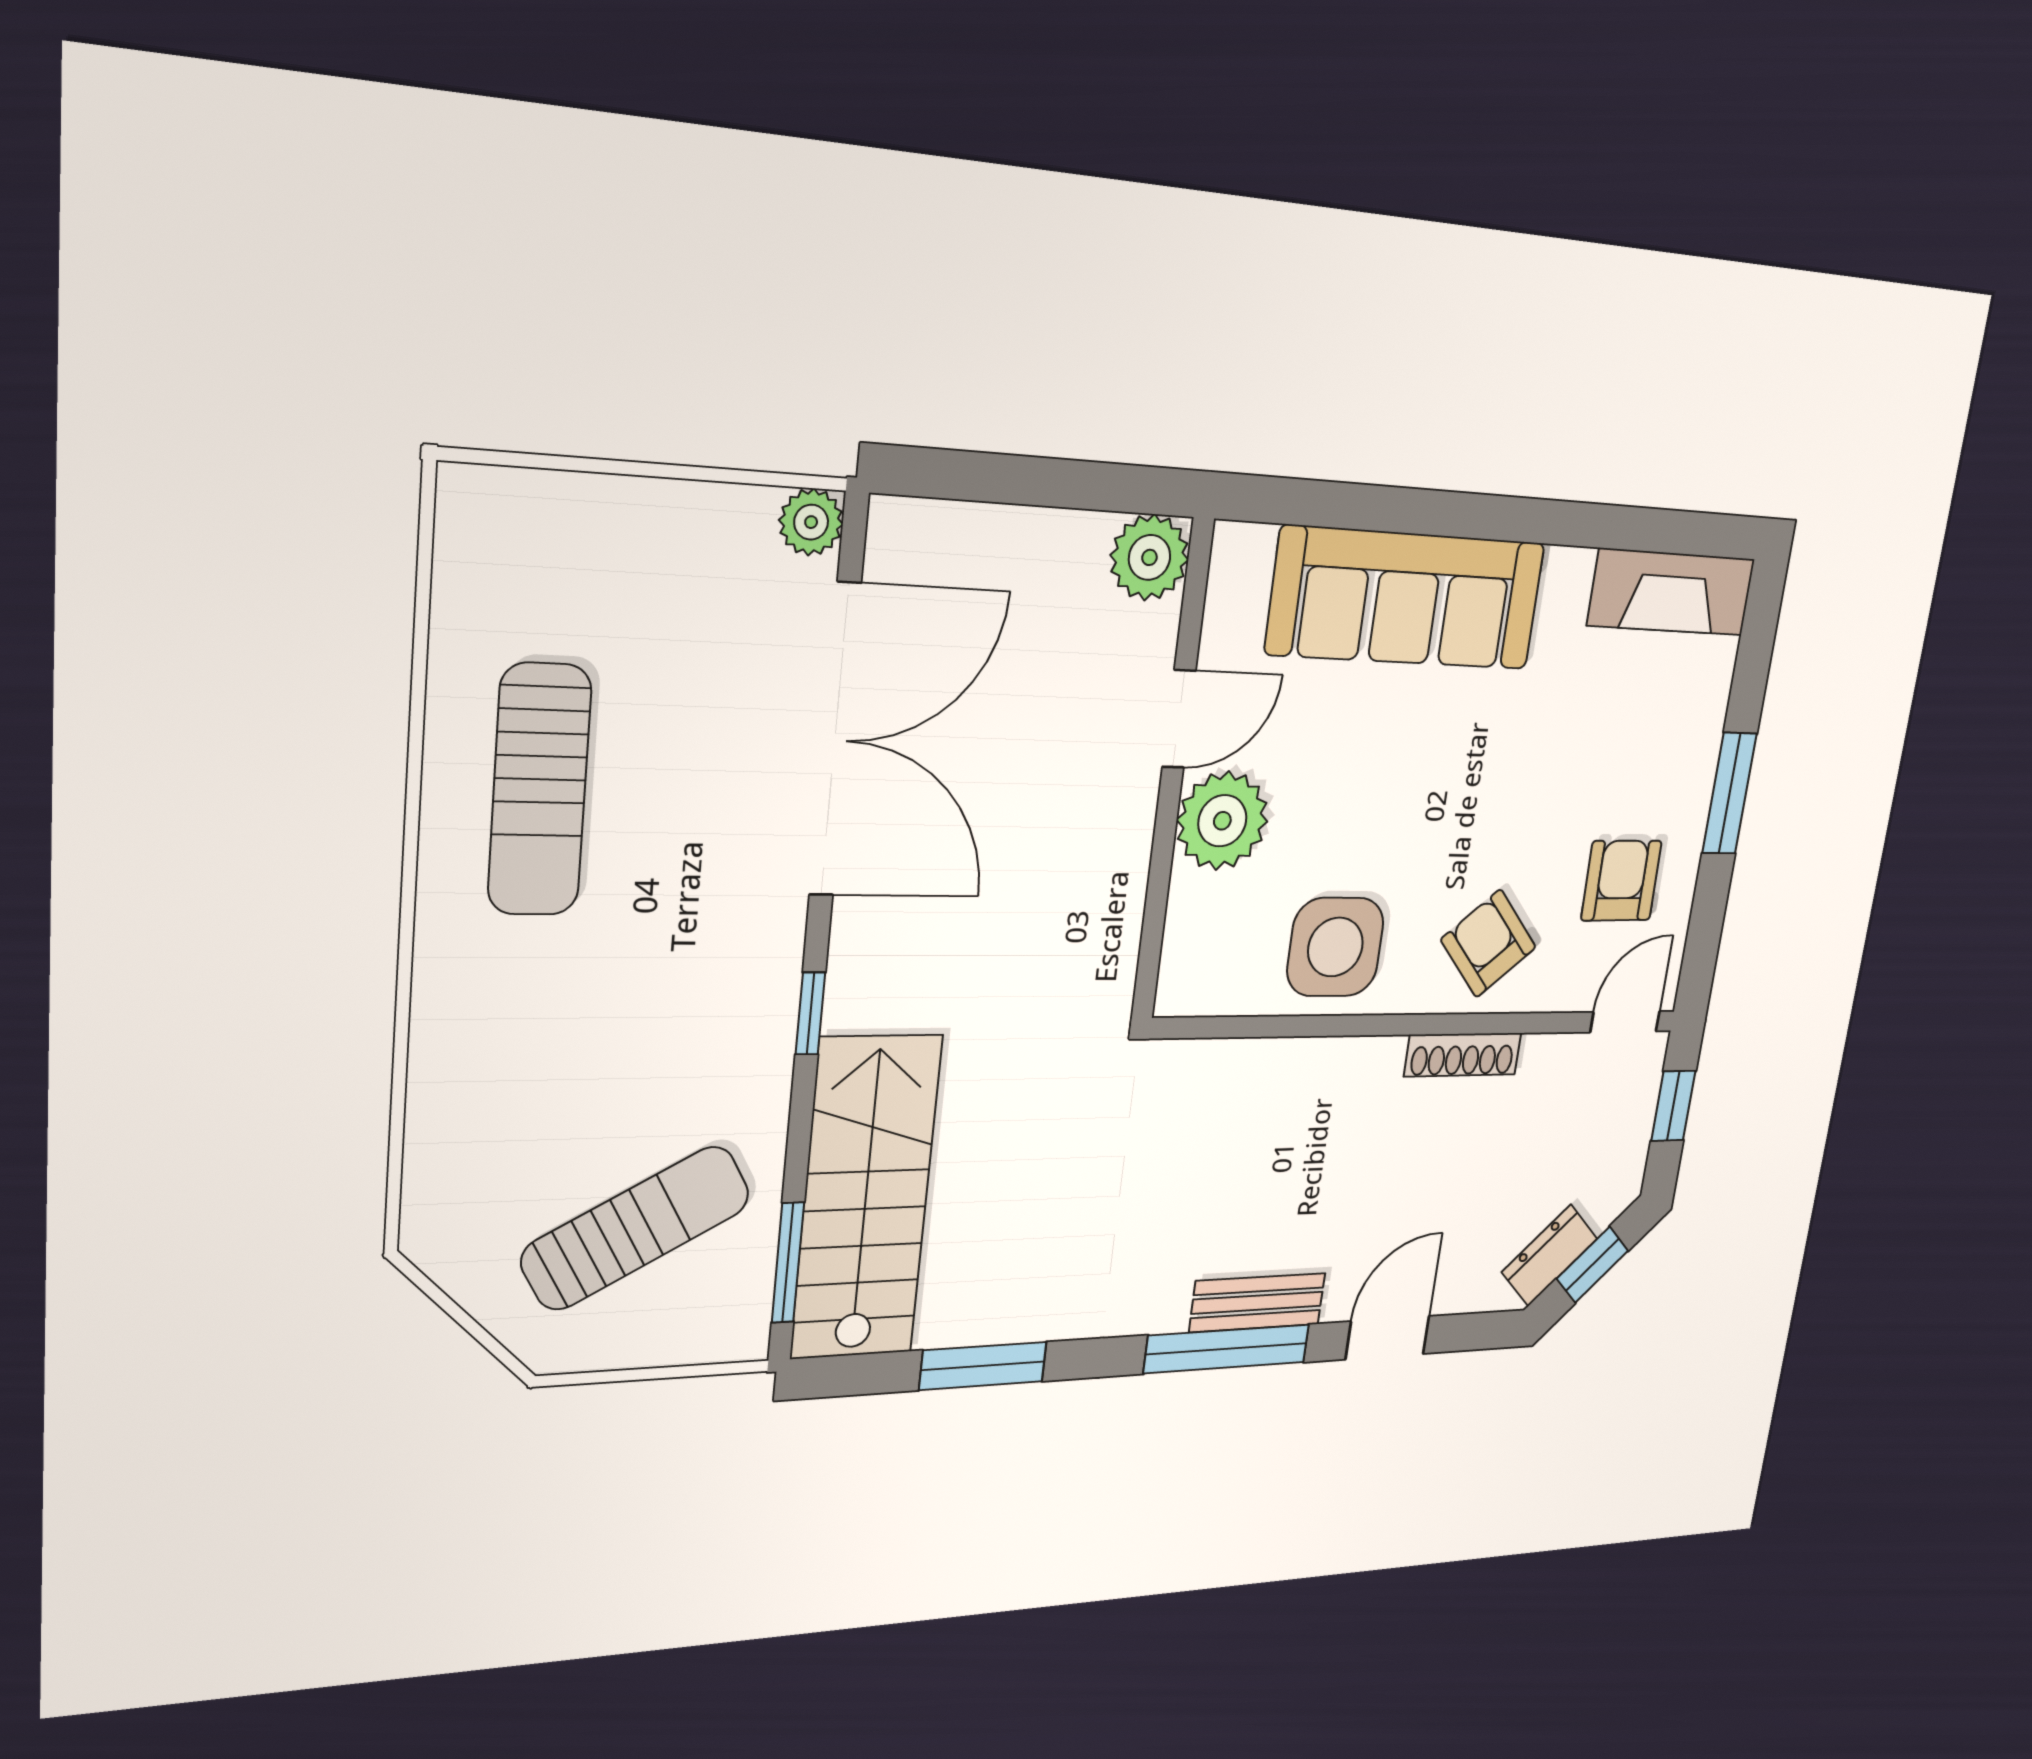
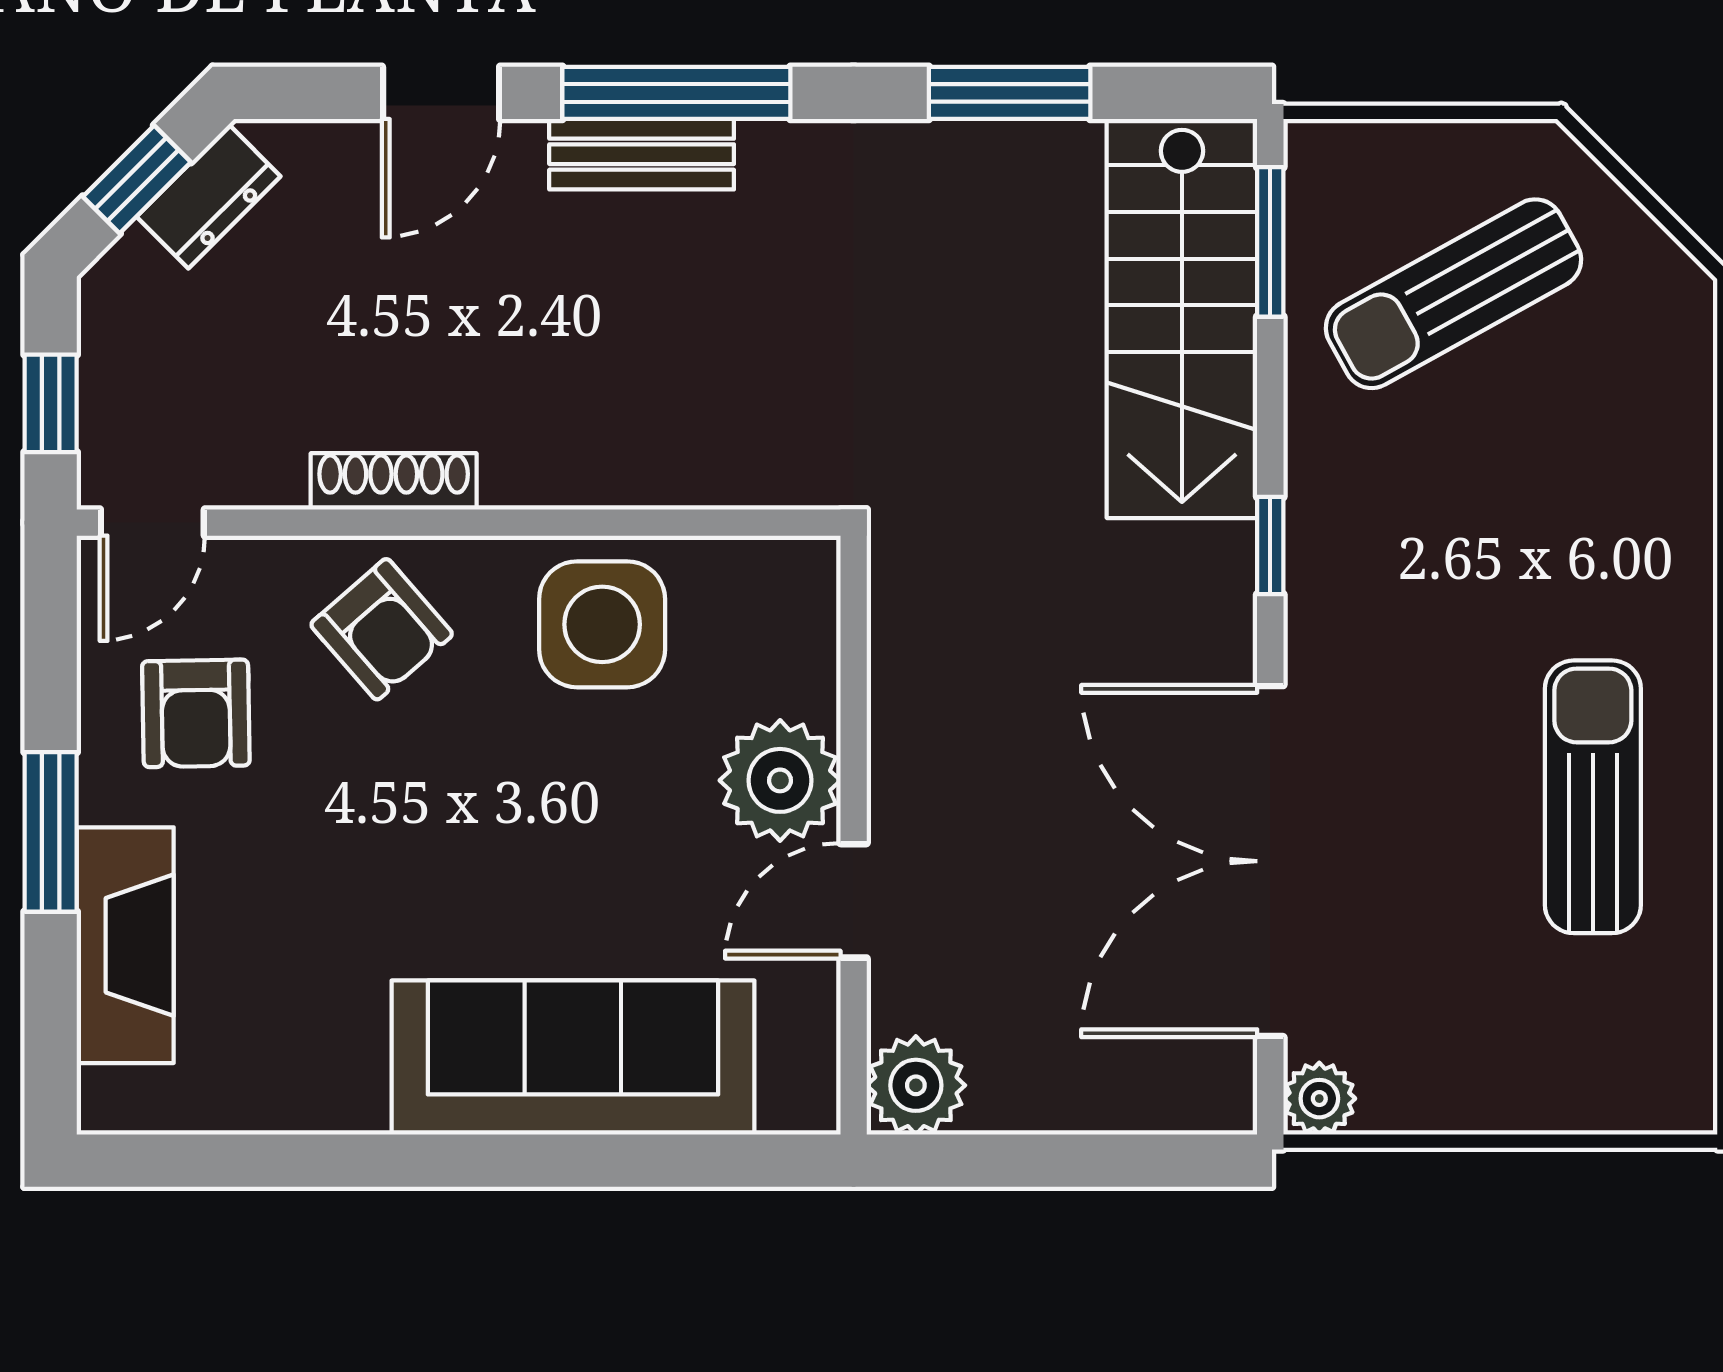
fireplace: (1671, 592) -> (125, 945), moved, turned 90

